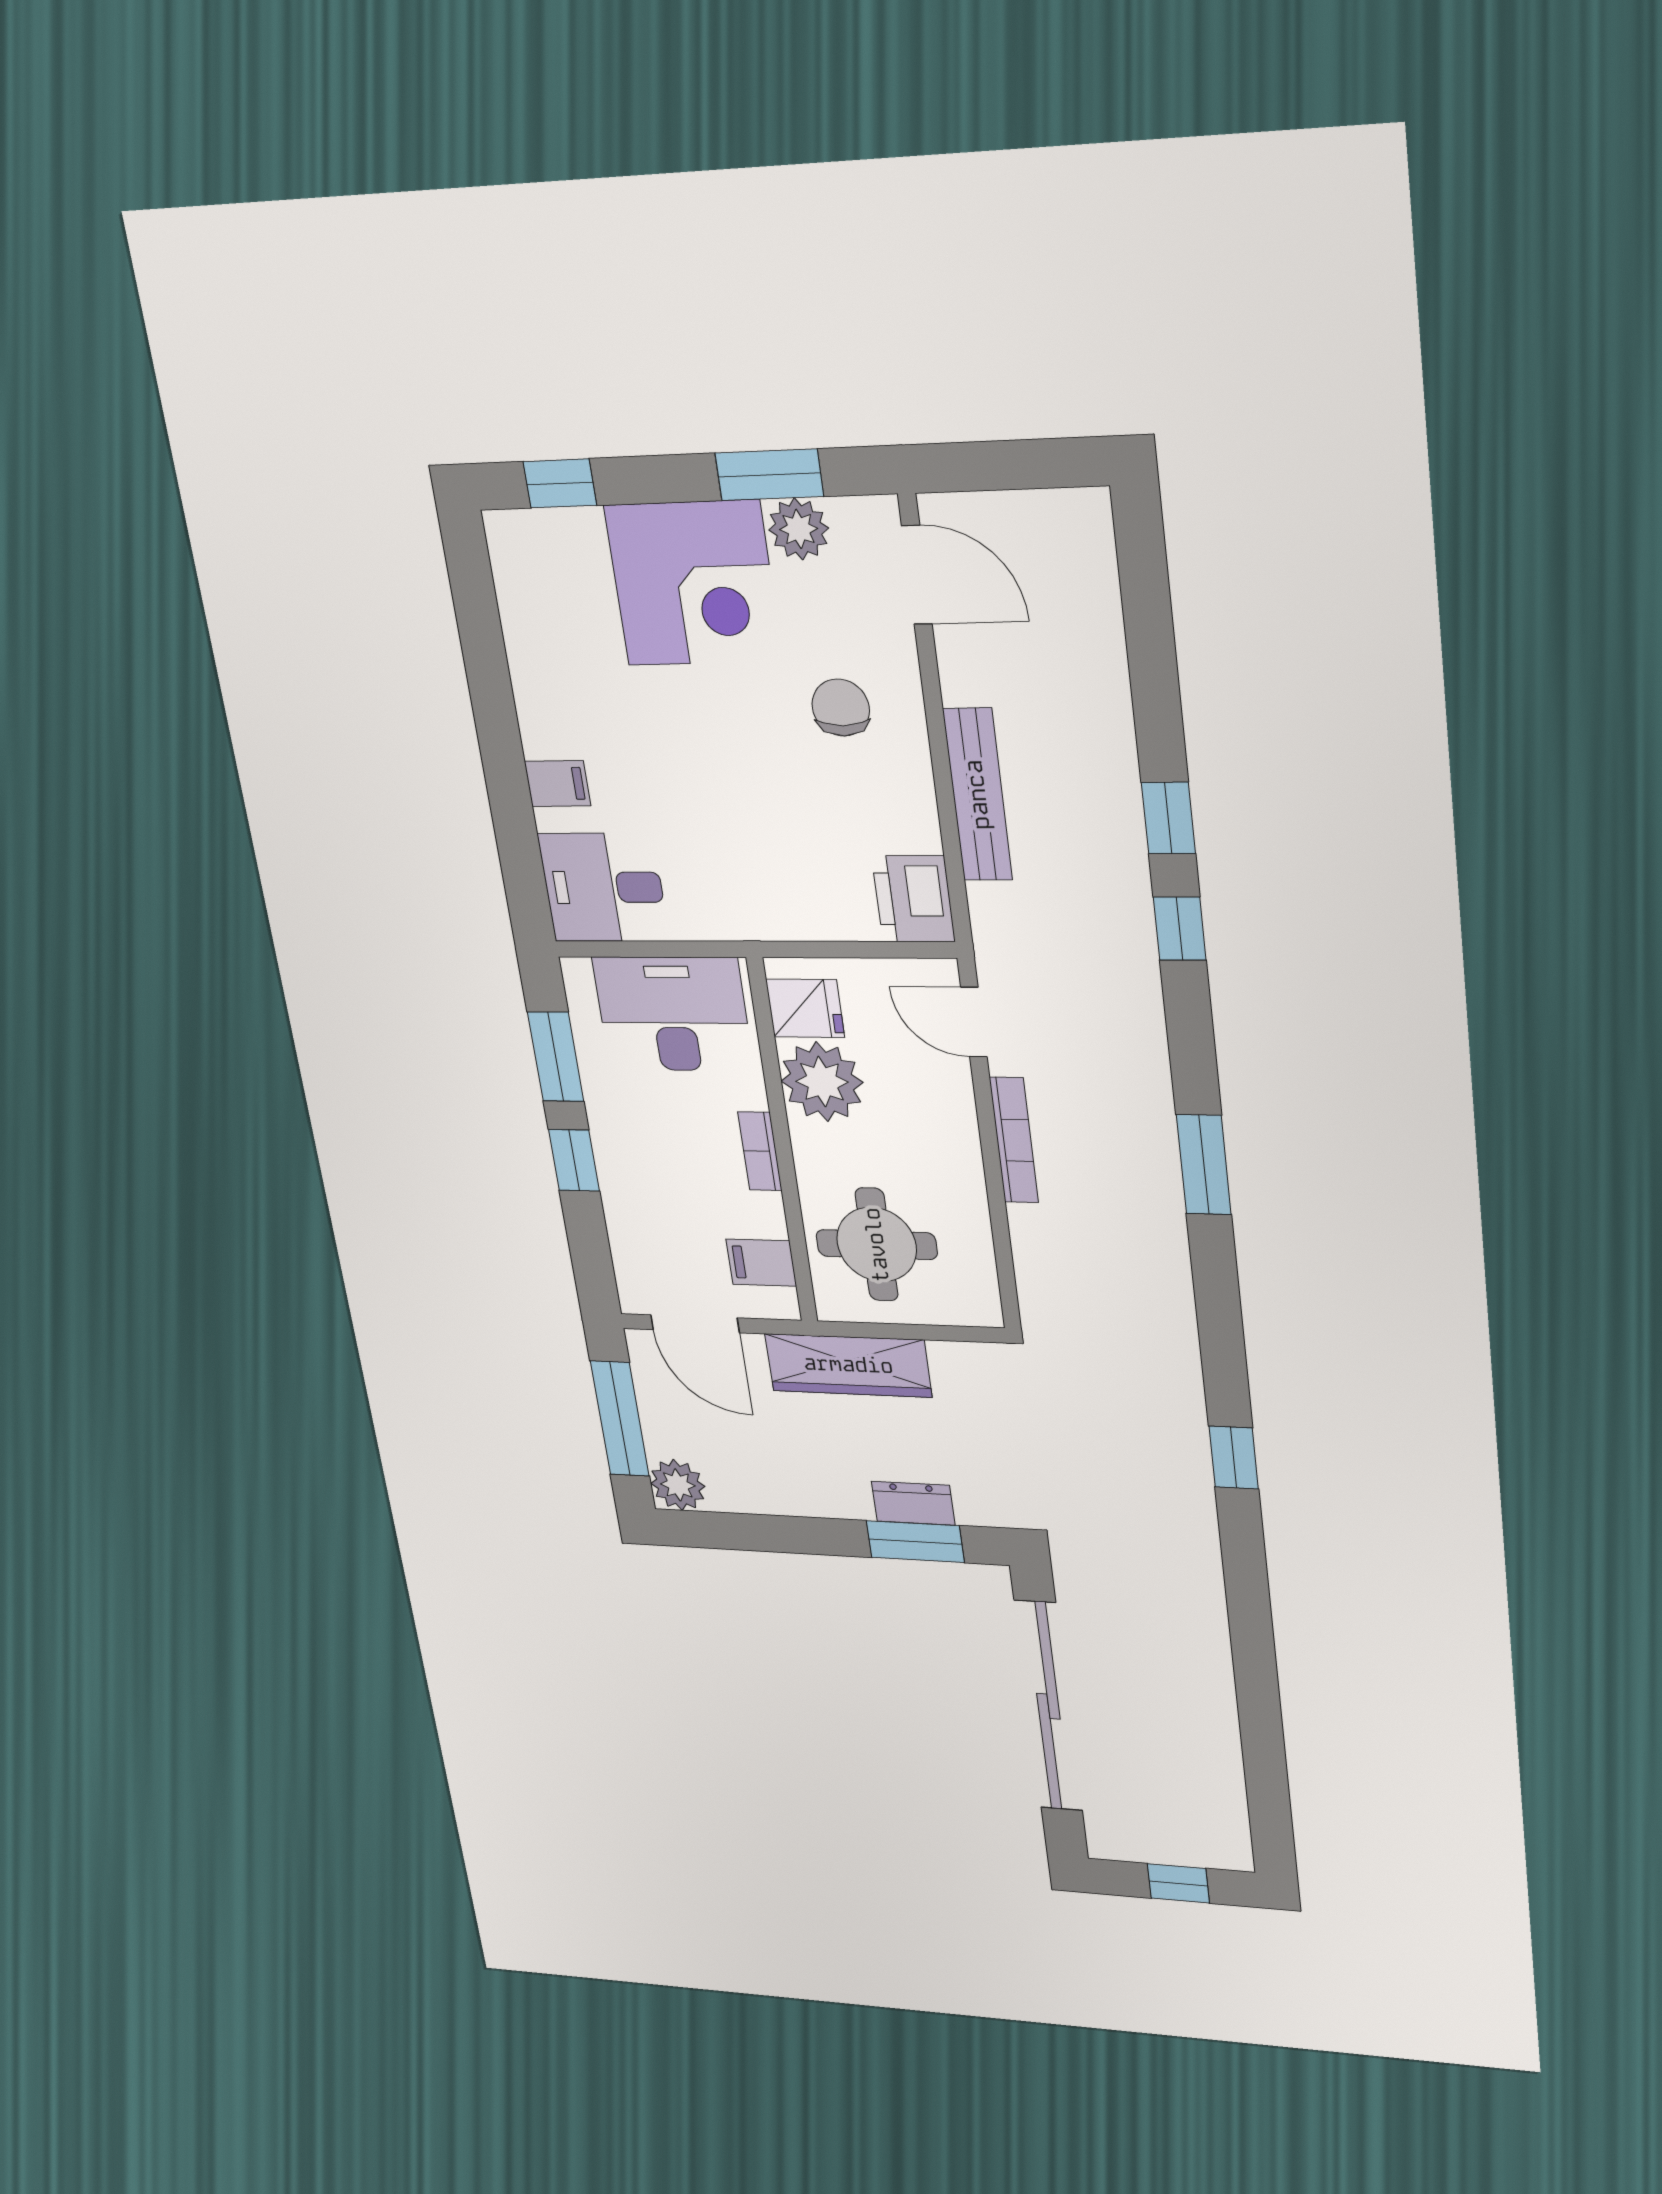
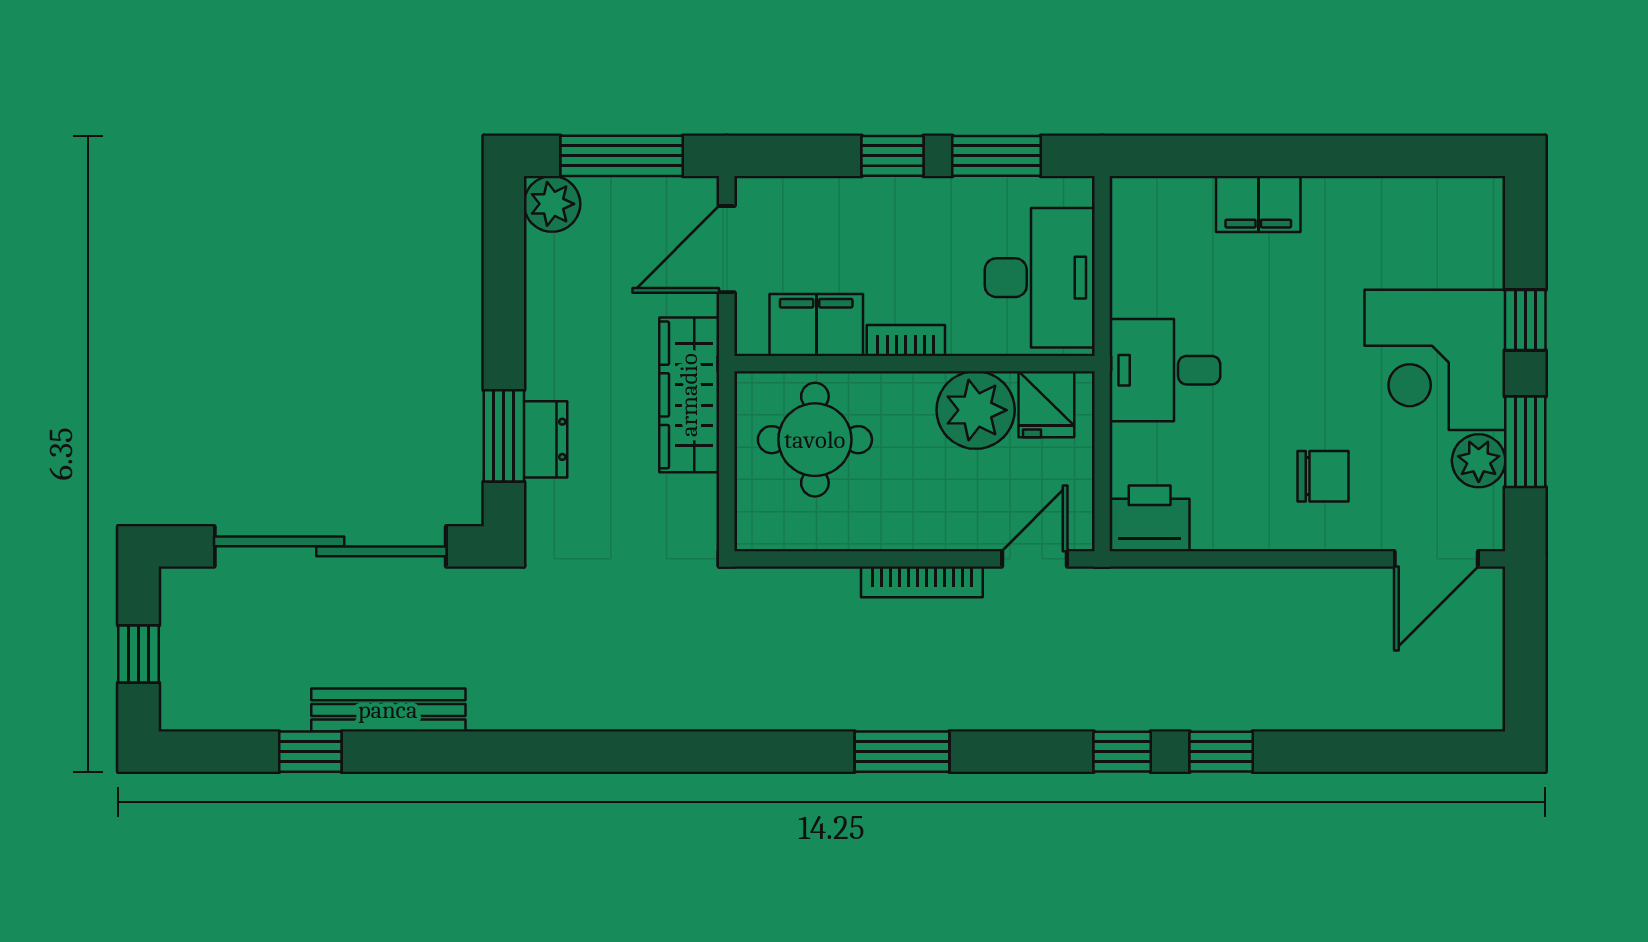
window: (560, 483) -> (1525, 320), moved
filing cabinet: (558, 784) -> (1258, 204), width x2.00
bench: (978, 795) -> (388, 710), moved
desk: (604, 887) -> (1165, 370), moved, turned -90
filing cabinet: (761, 1263) -> (816, 325), width x2.00
window: (1234, 1458) -> (310, 752), moved

